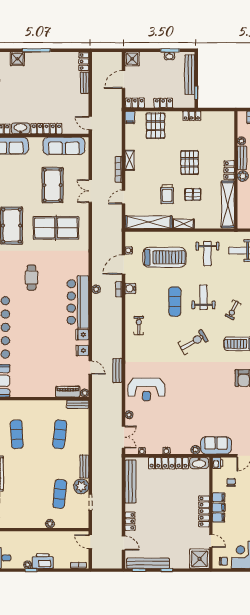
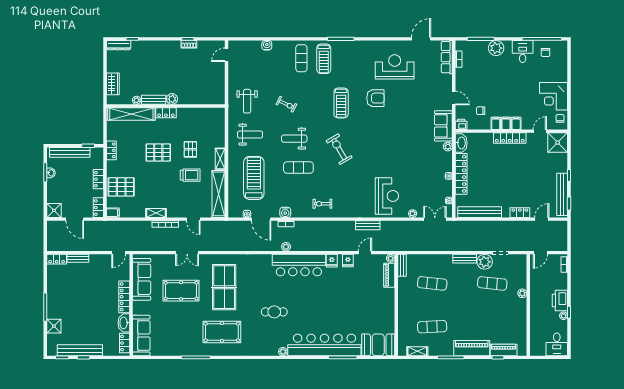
shelving: (228, 204) -> (131, 114), moved
exercise bike: (233, 310) -> (286, 104), moved

